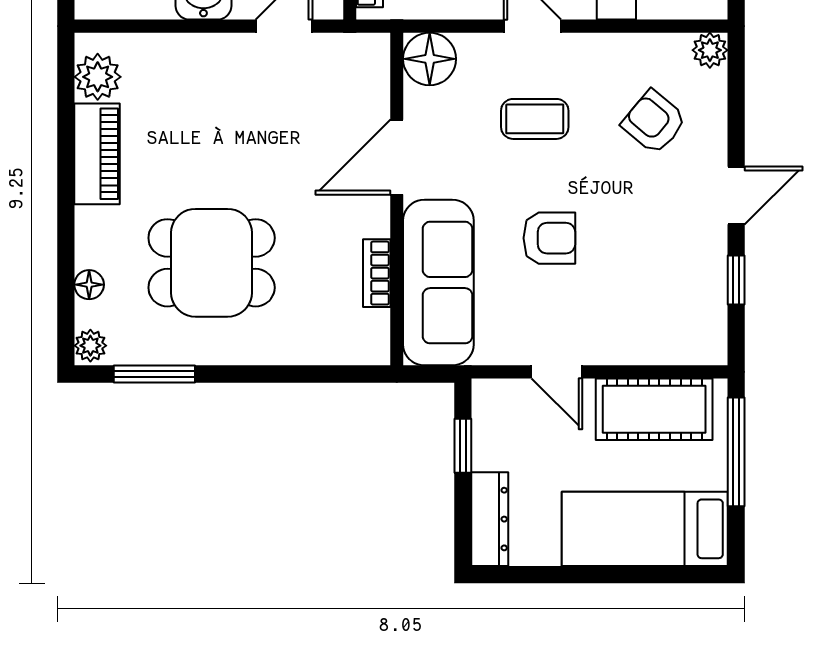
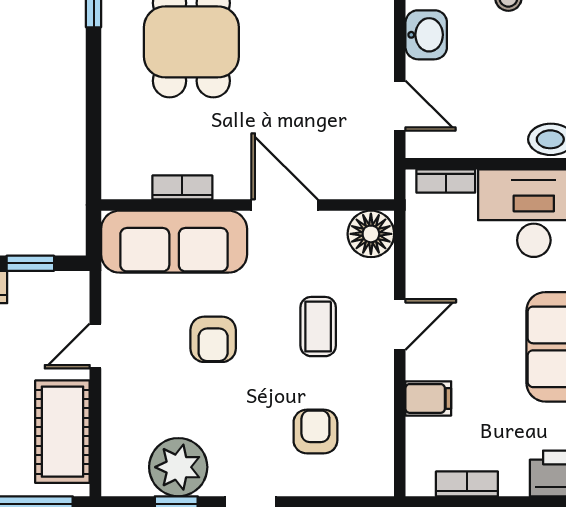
plant: (710, 50) -> (178, 467), moved, width x1.87, depth x1.87
armchair: (654, 122) -> (315, 432), turned -40

